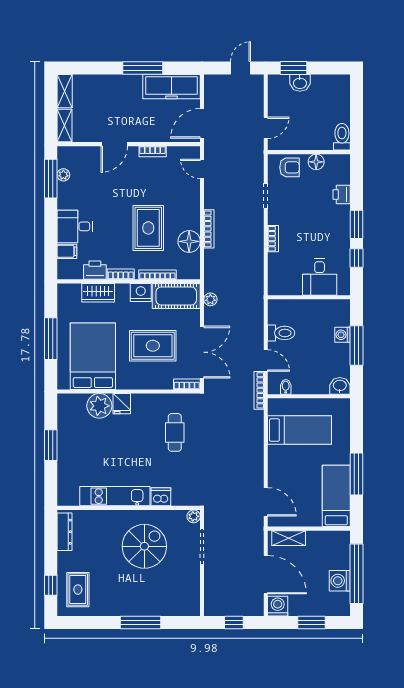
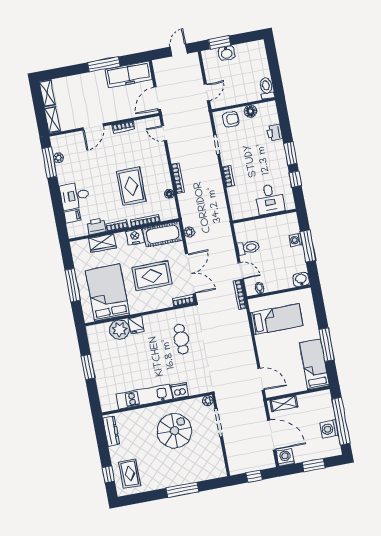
floor lamp: (189, 241) -> (169, 194), width x0.53, depth x0.53

